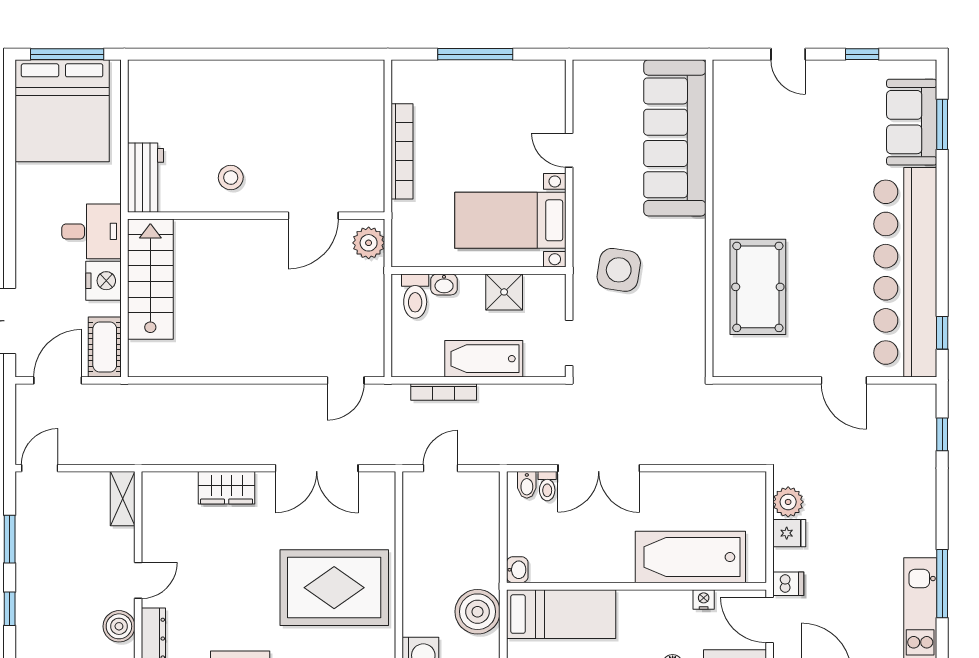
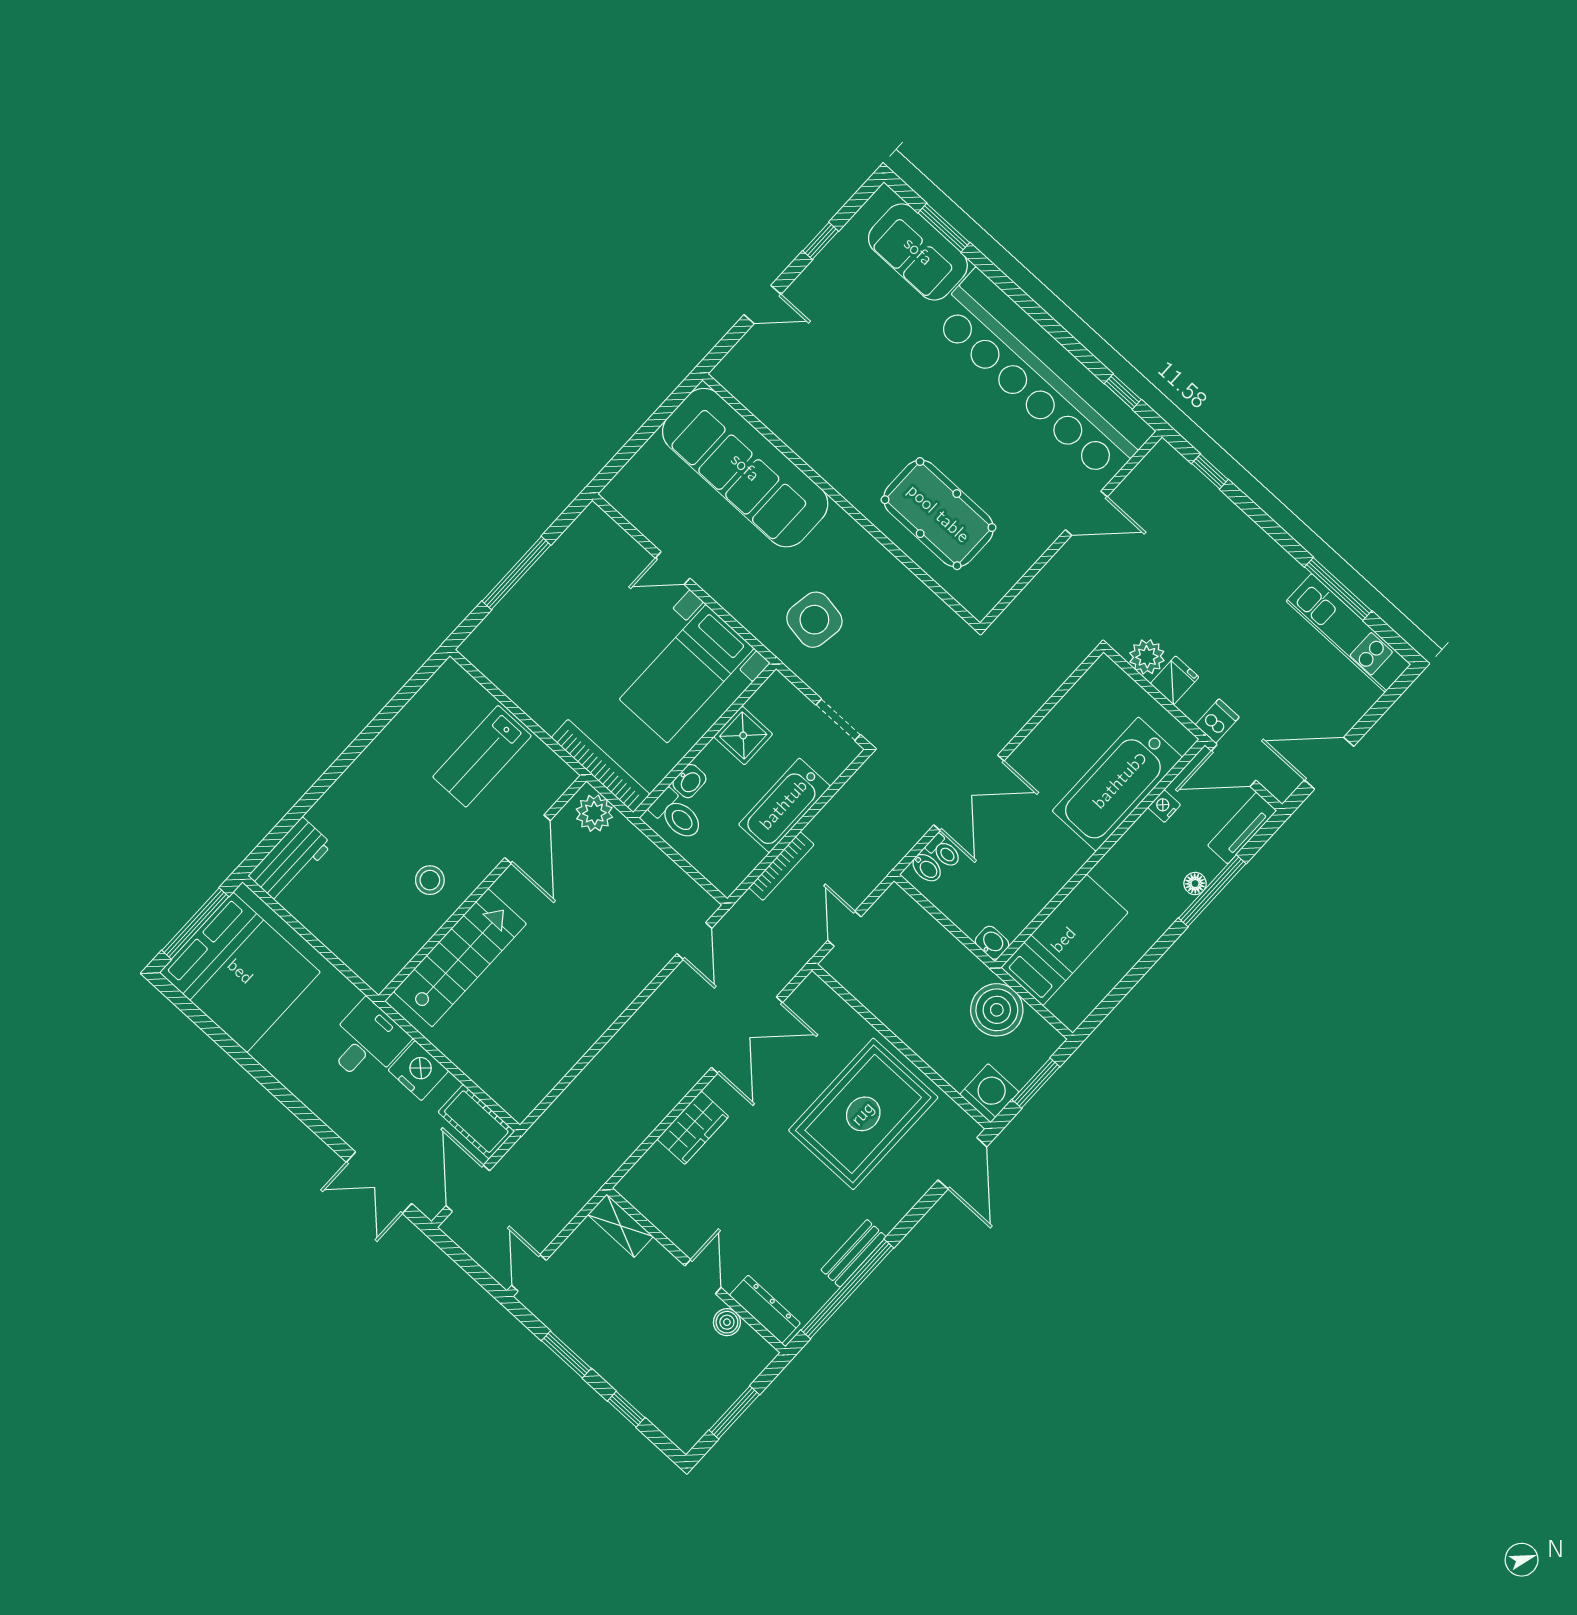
lab bench: (339, 139) -> (482, 756), added
bookcase: (402, 151) -> (601, 766), moved
workbench: (146, 178) -> (290, 860), moved, turned 90
stairs: (150, 279) -> (460, 958), moved, turned 90
boiler: (119, 626) -> (727, 1322), width x0.73, depth x0.73

